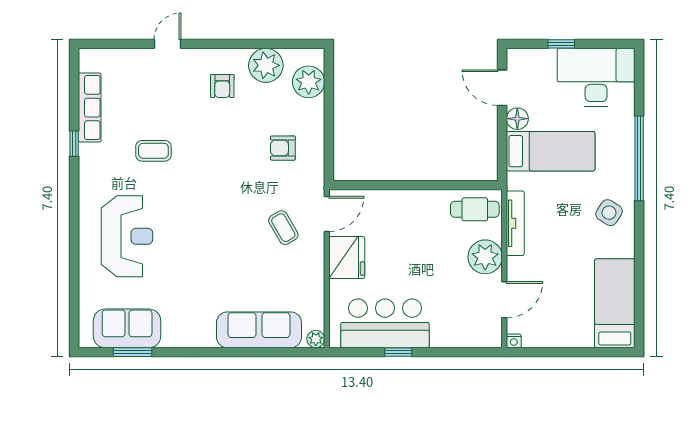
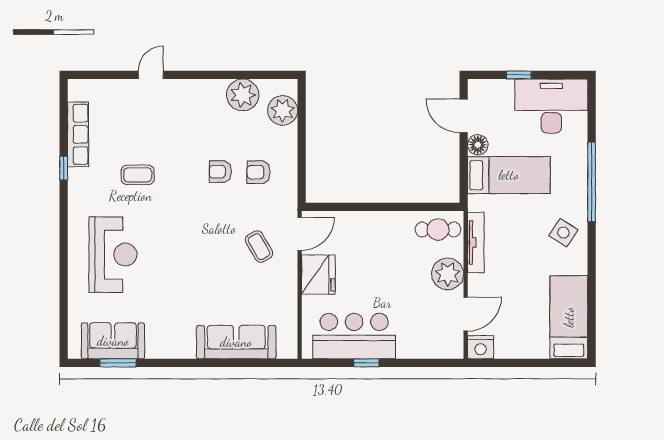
armchair: (222, 86) -> (220, 172), moved, turned 90
plant: (316, 339) -> (289, 351), removed
nightstand: (514, 341) -> (481, 347), width x1.89, depth x1.79

